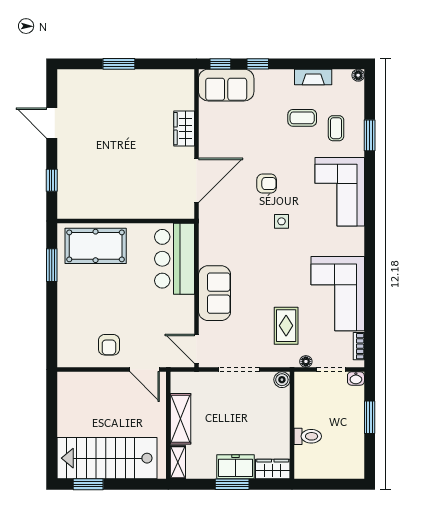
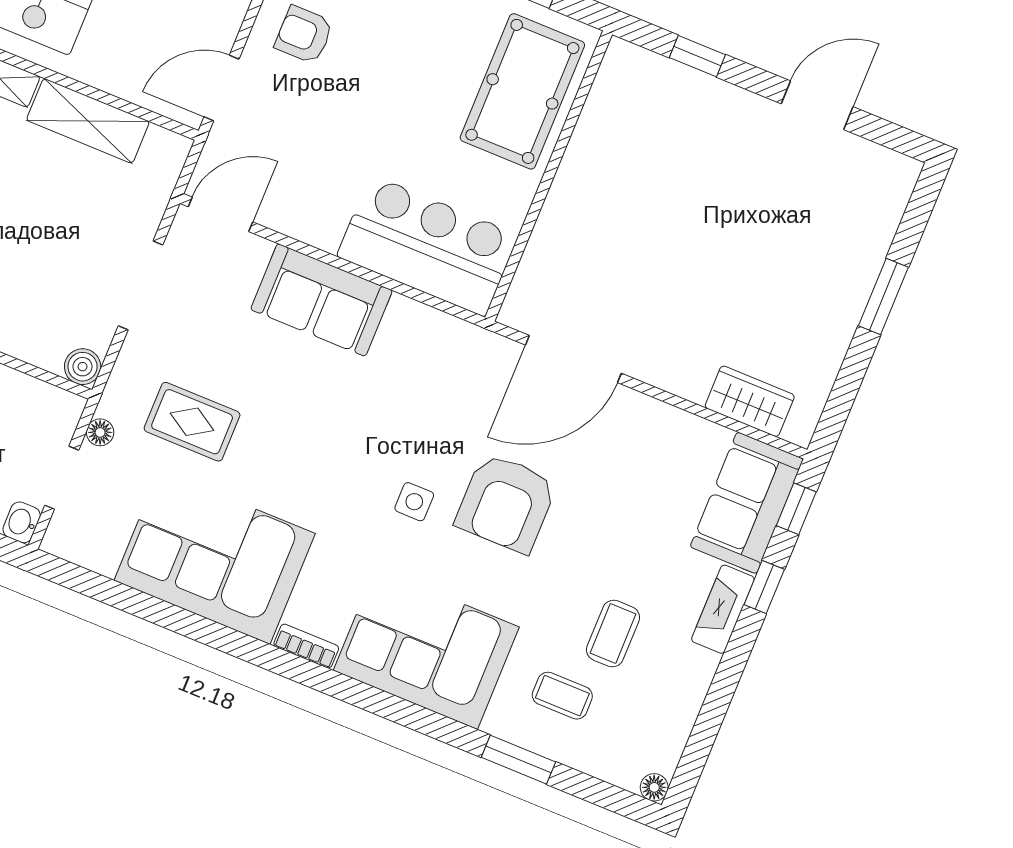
fireplace: (313, 77) -> (723, 609), moved
wardrobe: (184, 129) -> (750, 401), moved
door: (196, 180) -> (573, 359), hinge flipped
armchair: (267, 184) -> (506, 503), width x1.88, depth x1.88
bookcase: (359, 346) -> (306, 646), moved

